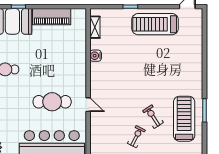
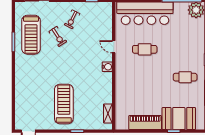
treadmill: (155, 24) -> (64, 104), moved, turned -90
water cooler: (96, 56) -> (107, 67), moved
cafe table: (52, 102) -> (145, 49), width x0.73, depth x0.74

